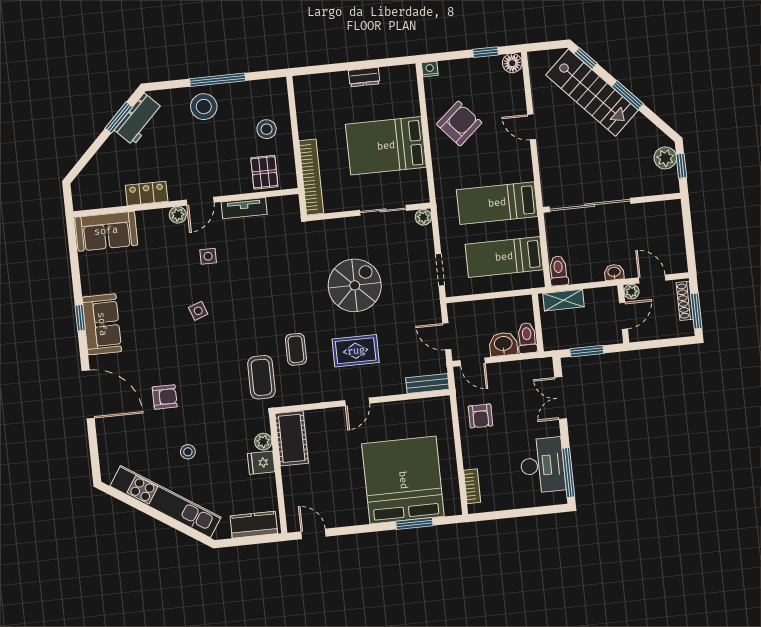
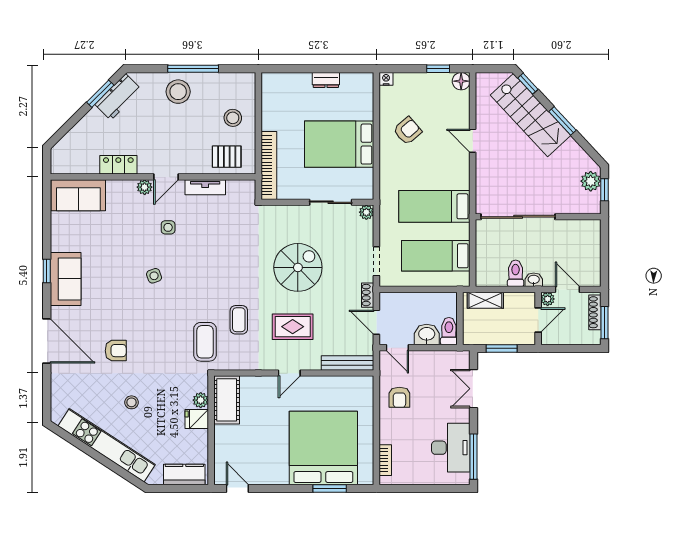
armchair: (459, 123) -> (408, 131), width x0.72, depth x0.72
pallet: (264, 172) -> (227, 157), turned 90
toilet: (558, 271) -> (516, 273), moved
shoe rack: (434, 308) -> (368, 295), added
bench: (427, 384) -> (348, 363), width x1.36

